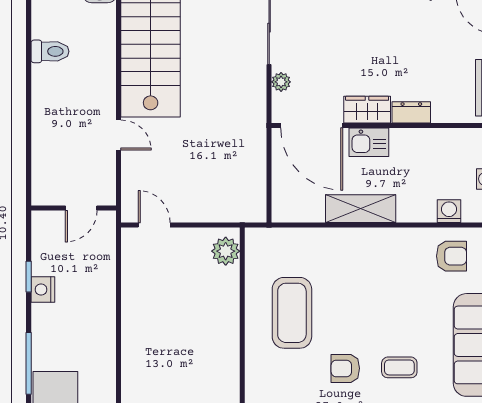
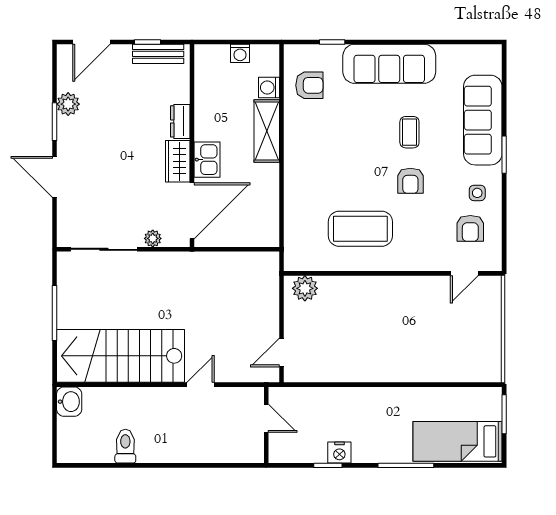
shelving: (361, 209) -> (267, 131), moved
armchair: (451, 256) -> (309, 85), turned 90

